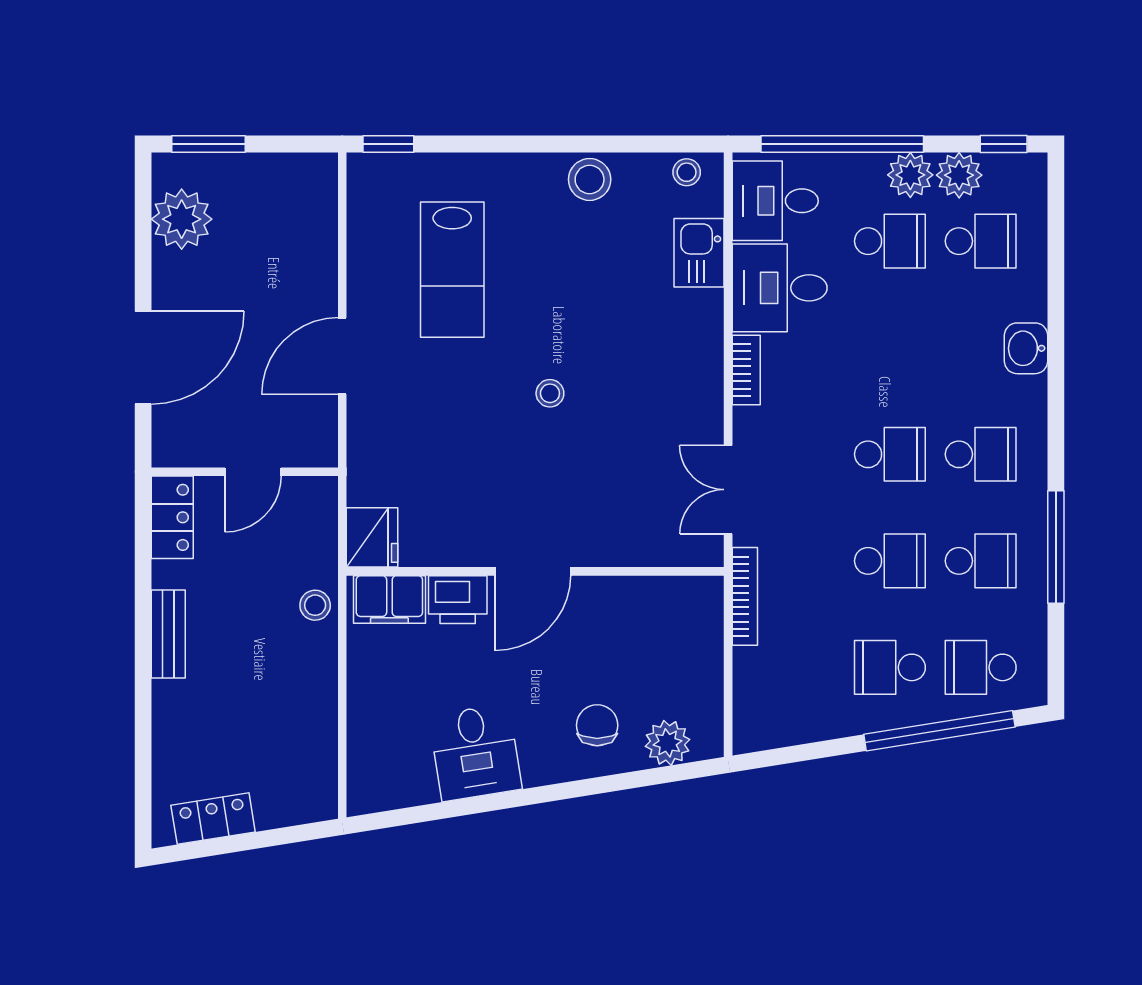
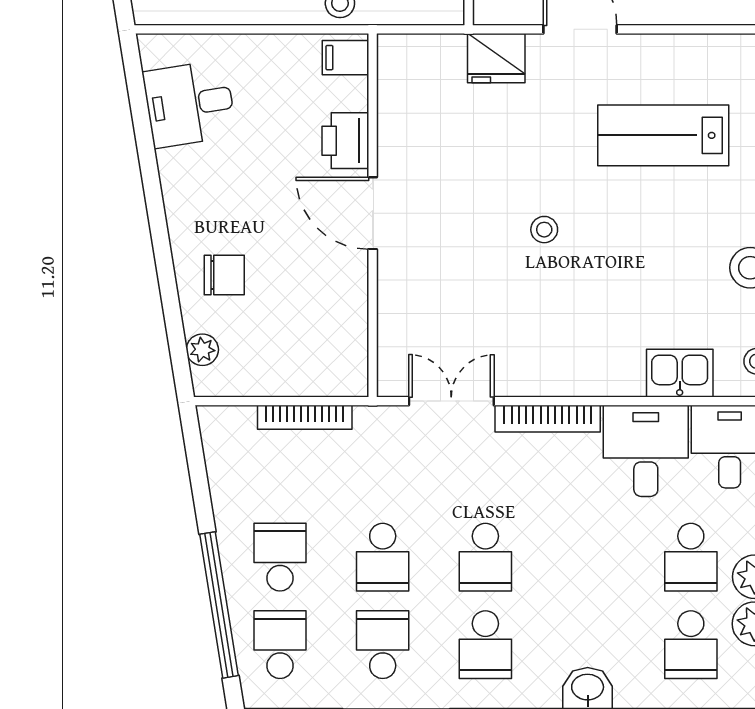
bookcase: (746, 370) -> (548, 419), width x1.56
fridge: (372, 537) -> (496, 58), moved
school desk: (981, 561) -> (383, 645), turned 180
bookcase: (745, 596) -> (305, 417), moved
filing cabinet: (389, 599) -> (346, 58), width x0.50
plant: (668, 743) -> (202, 350), width x0.73, depth x0.73
desk: (475, 752) -> (190, 104), moved

